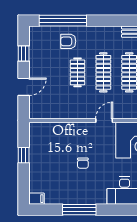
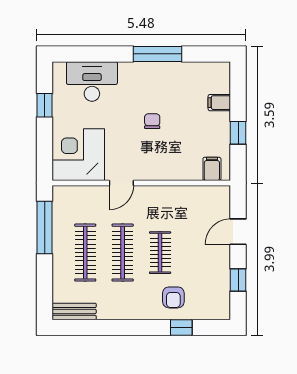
window: (63, 21) -> (181, 327), width x0.32
armchair: (68, 41) -> (173, 297), turned 90
filing cabinet: (42, 130) -> (212, 169), added
filing cabinet: (37, 199) -> (219, 103), moved

